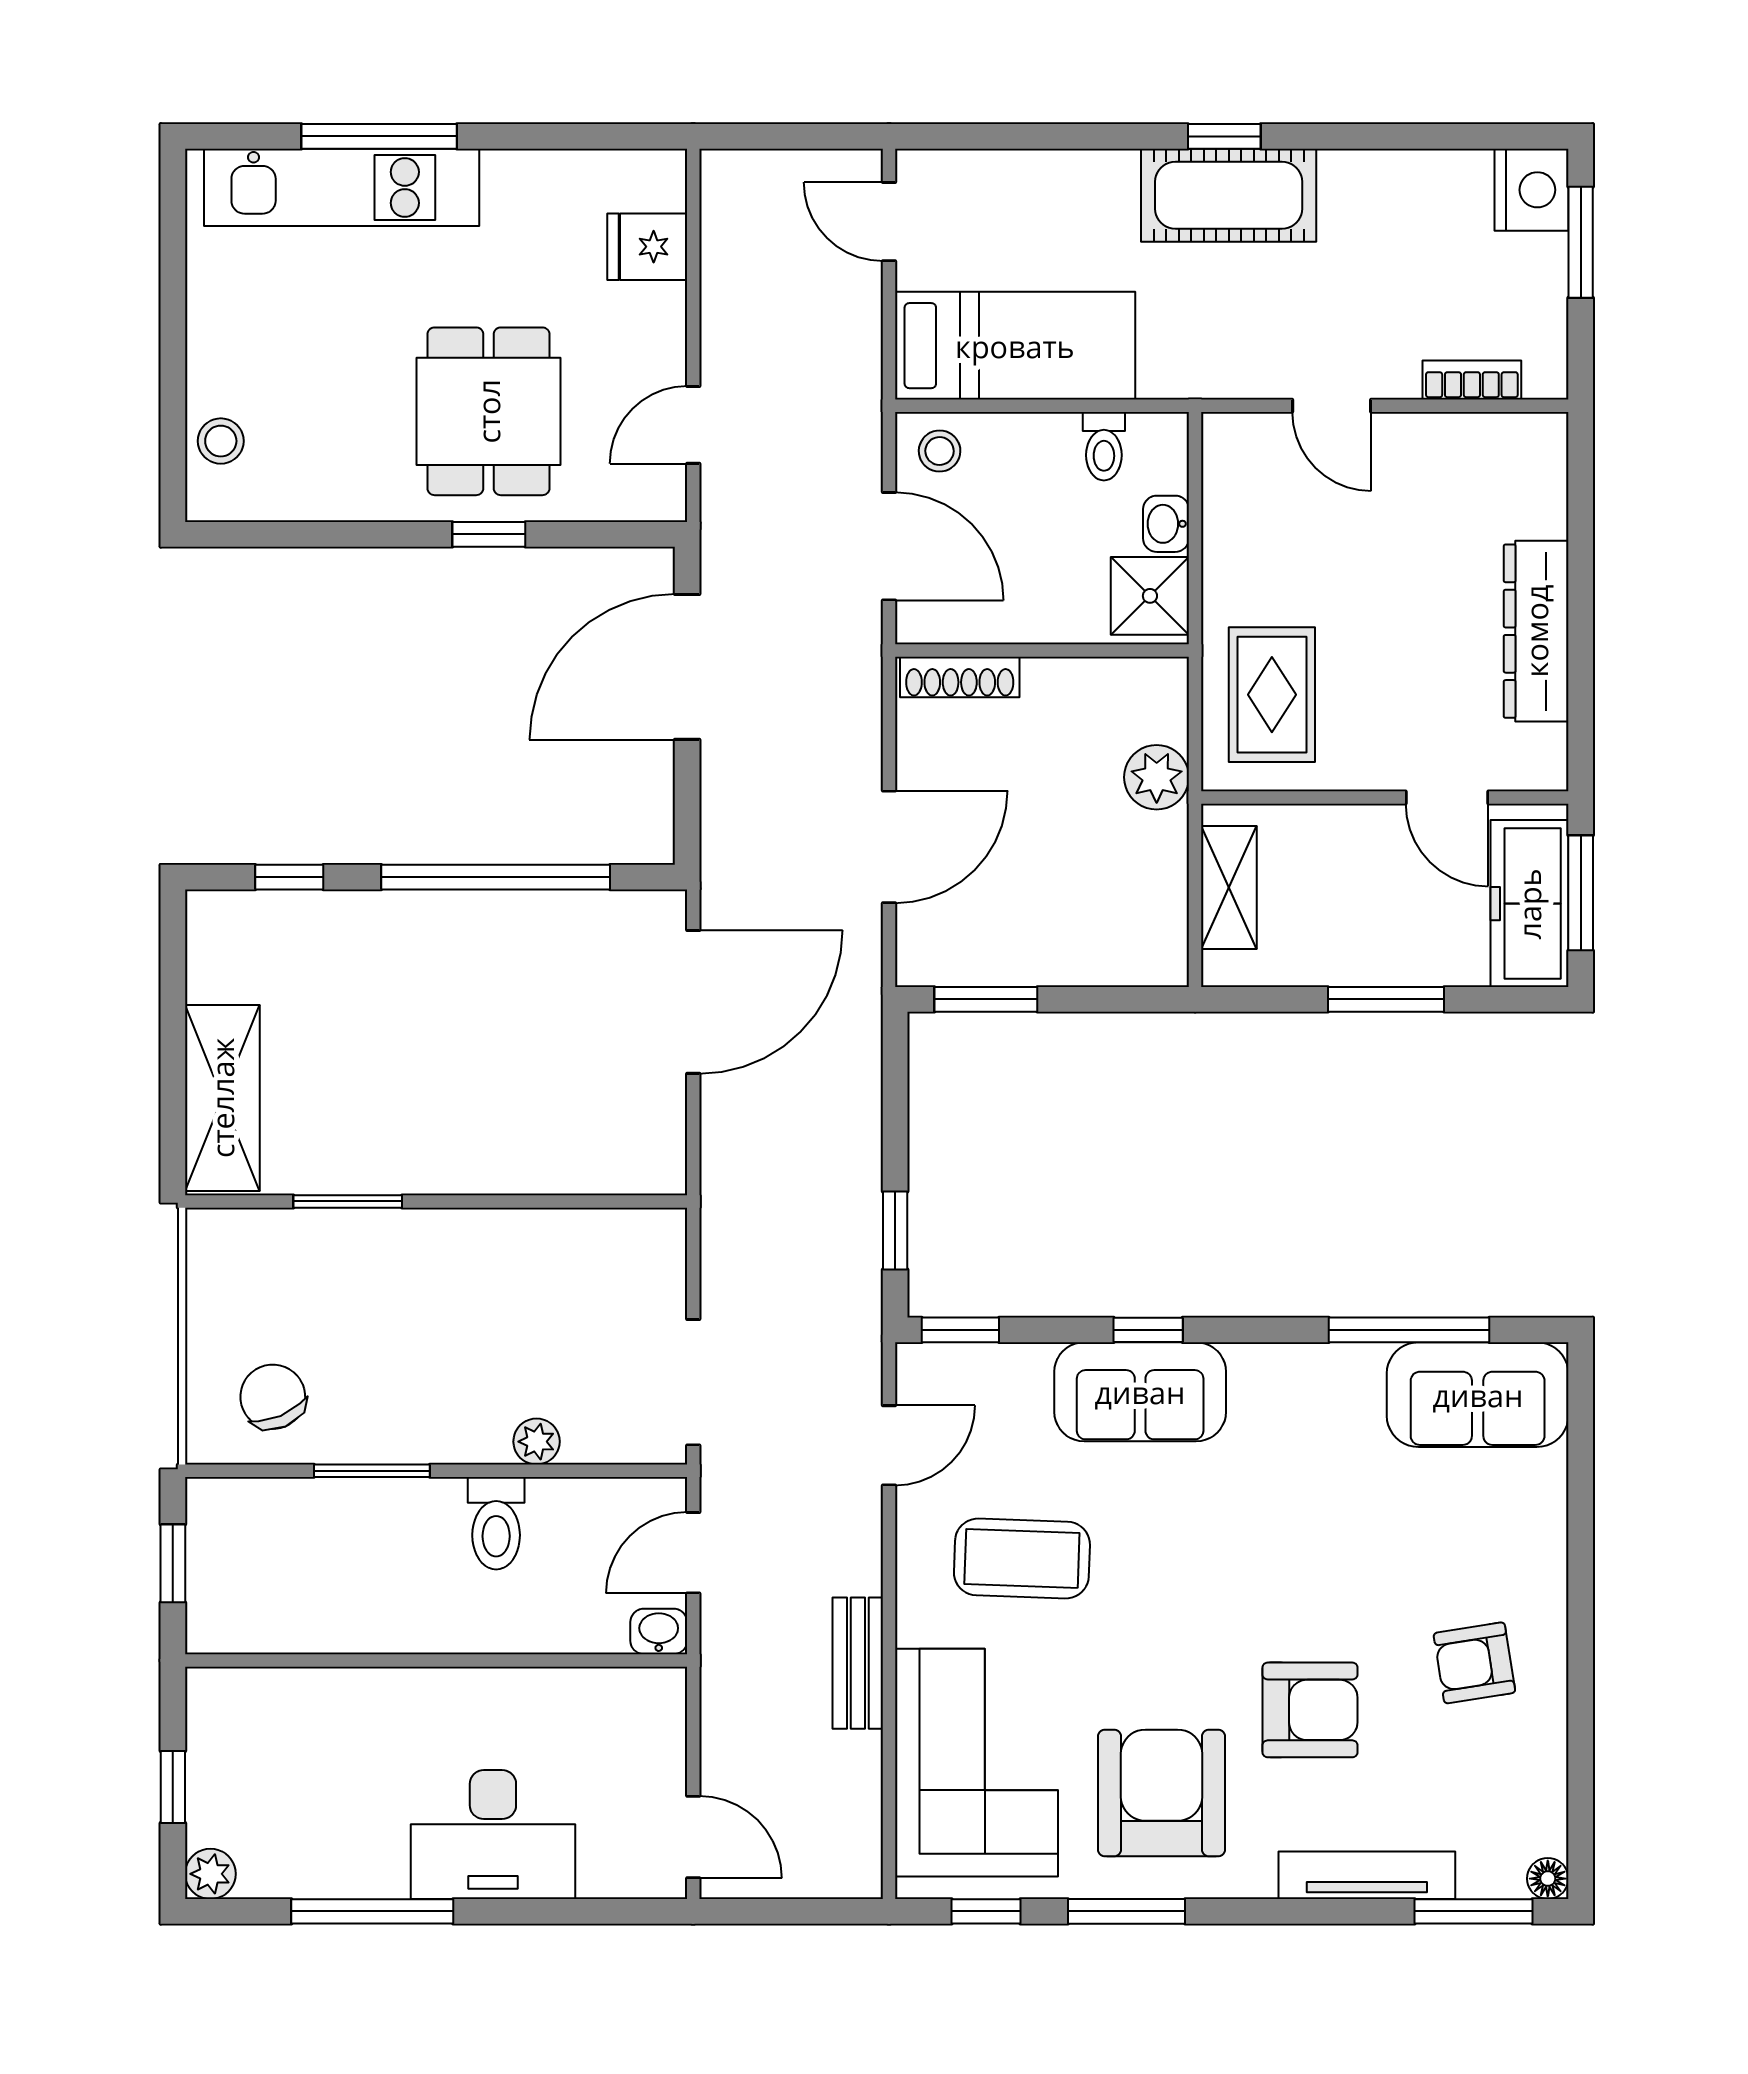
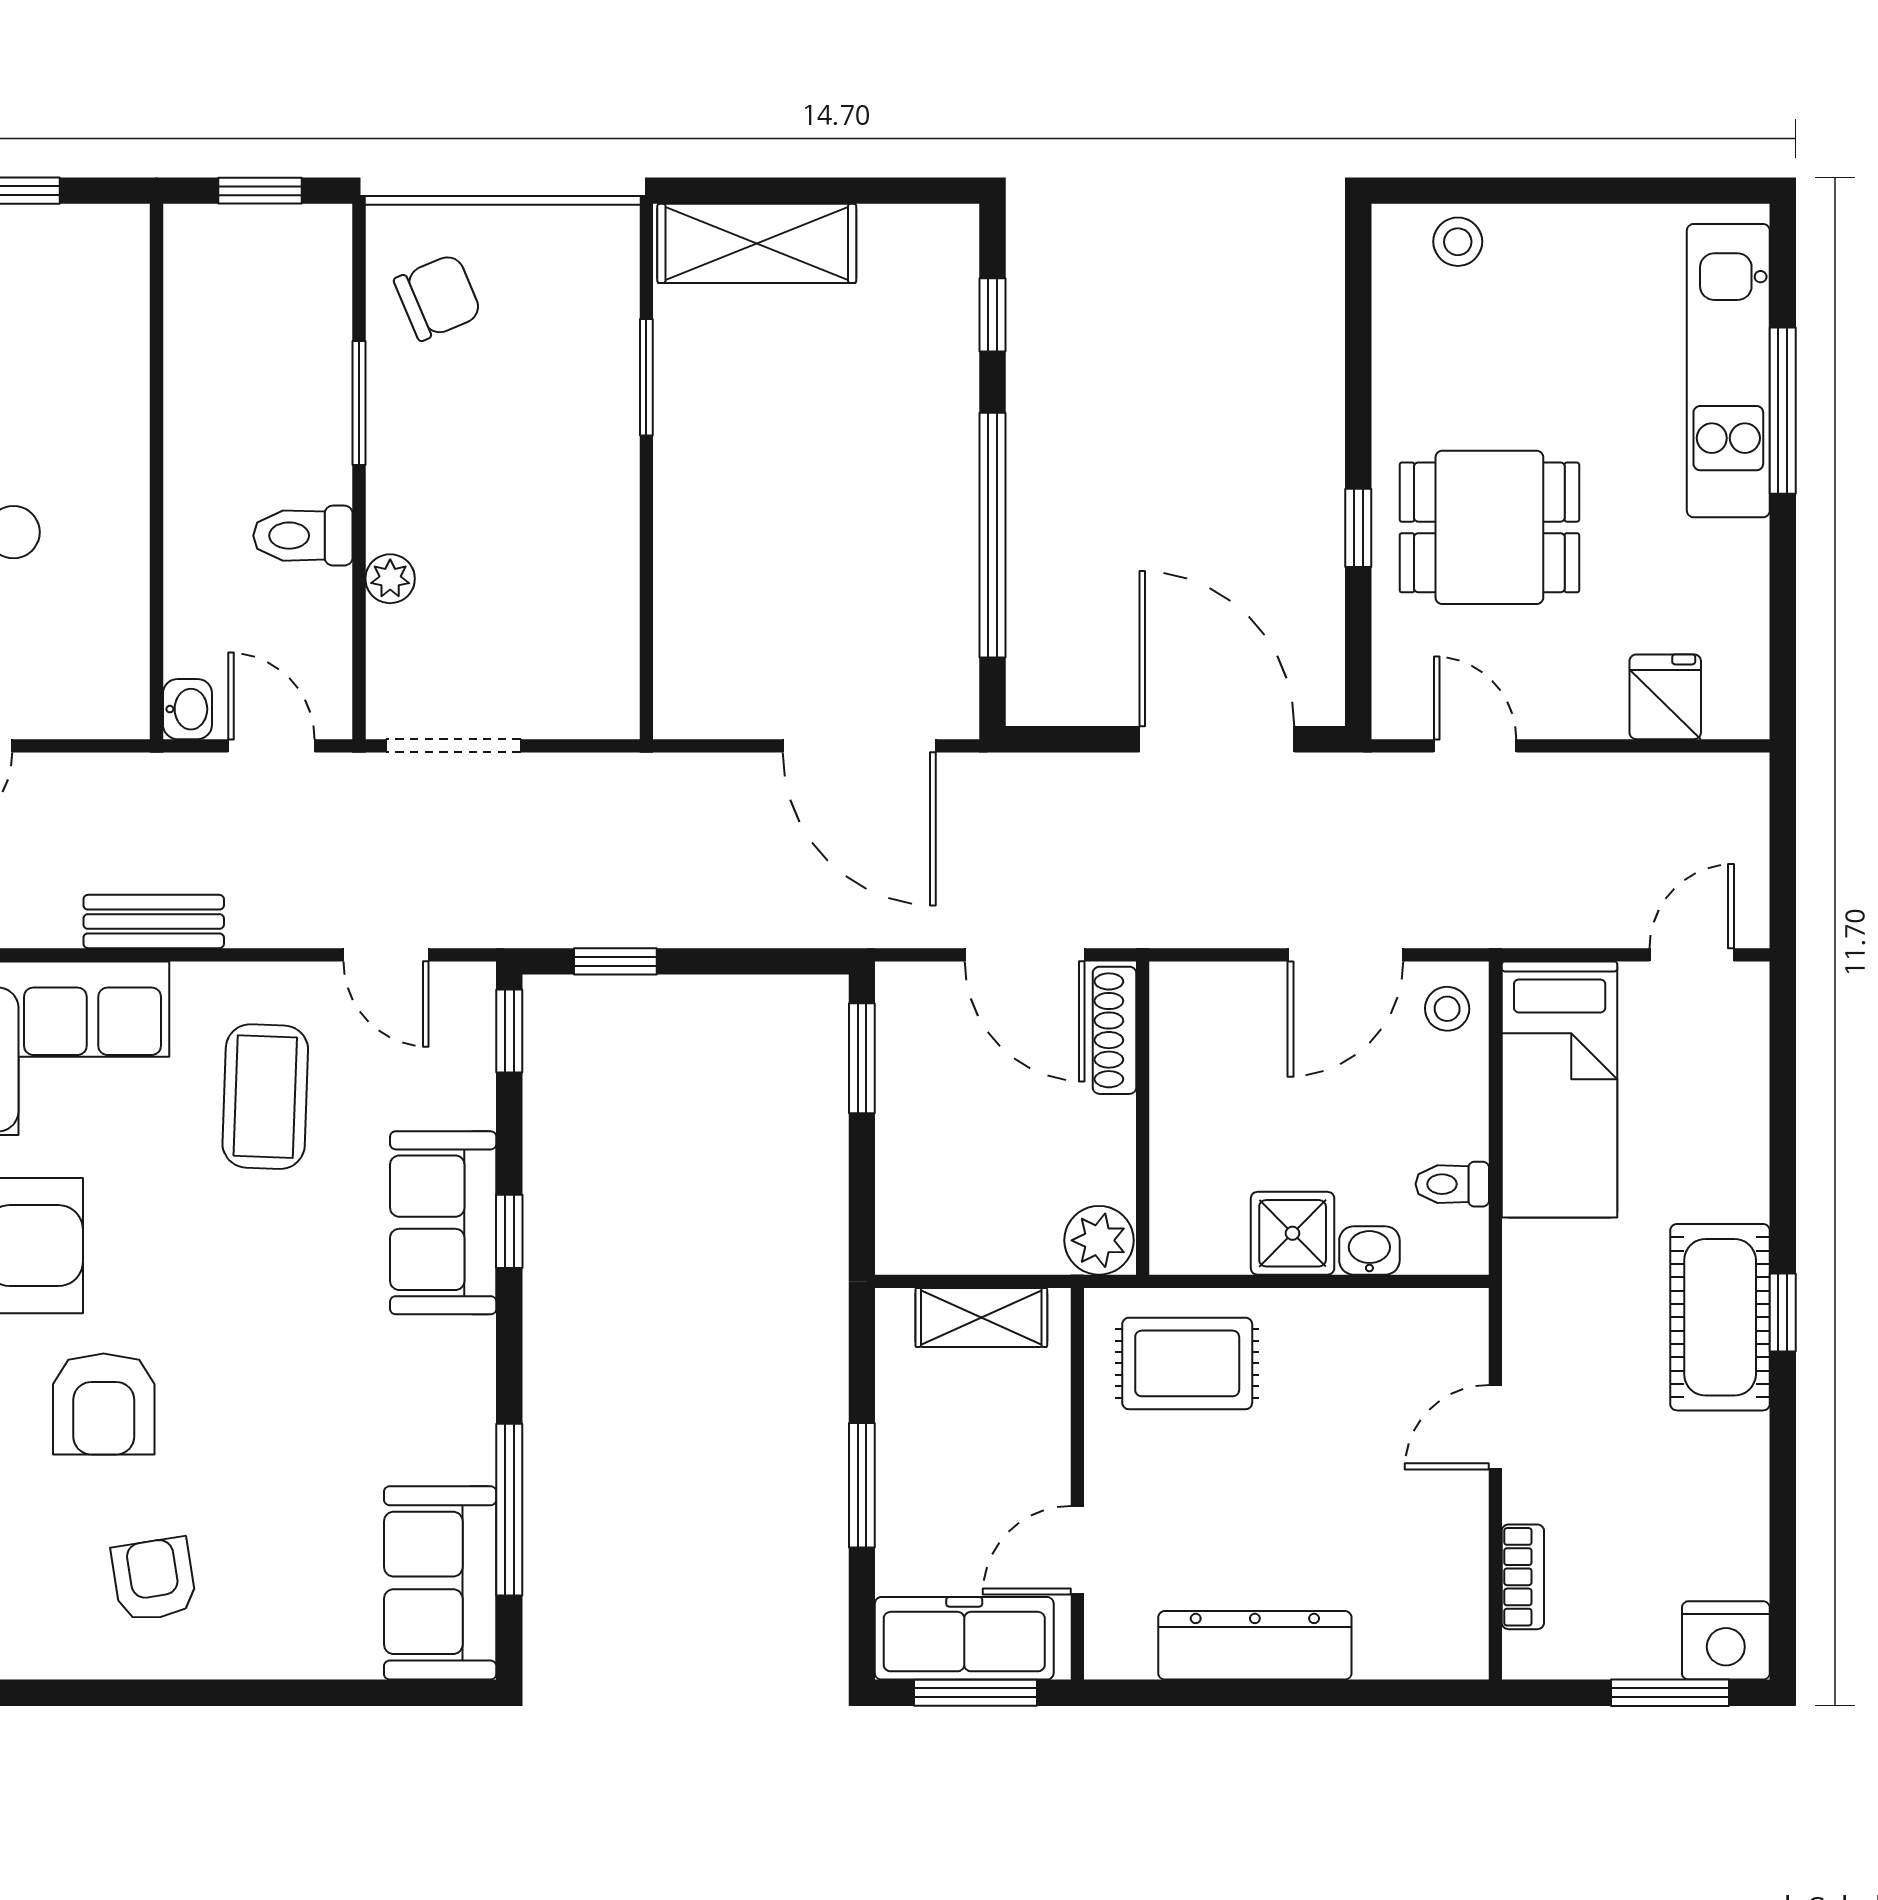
wall: (1042, 651) -> (1143, 1118), moved
shoe rack: (960, 677) -> (1115, 1030), moved

